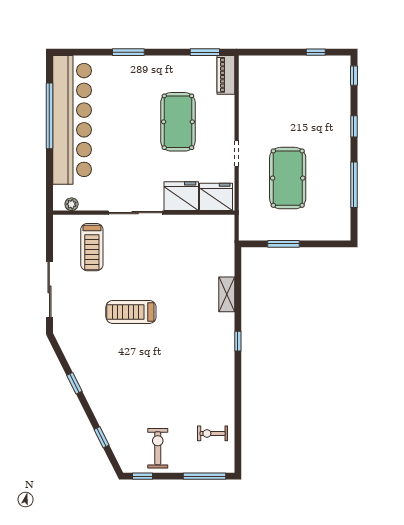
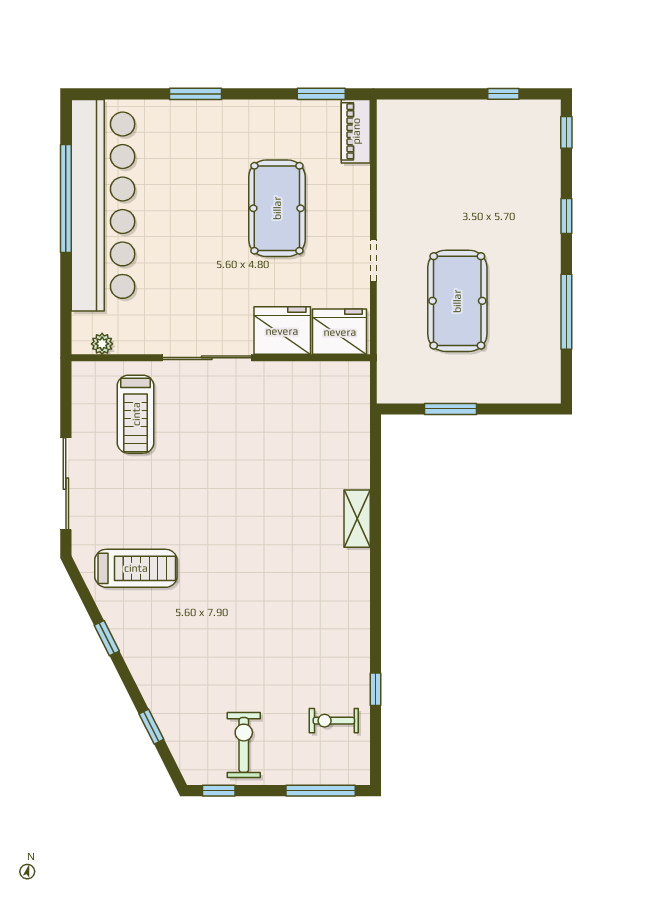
shelving: (227, 294) -> (357, 519), moved
treadmill: (131, 312) -> (136, 568), moved, turned 180
window: (238, 341) -> (375, 689), moved

